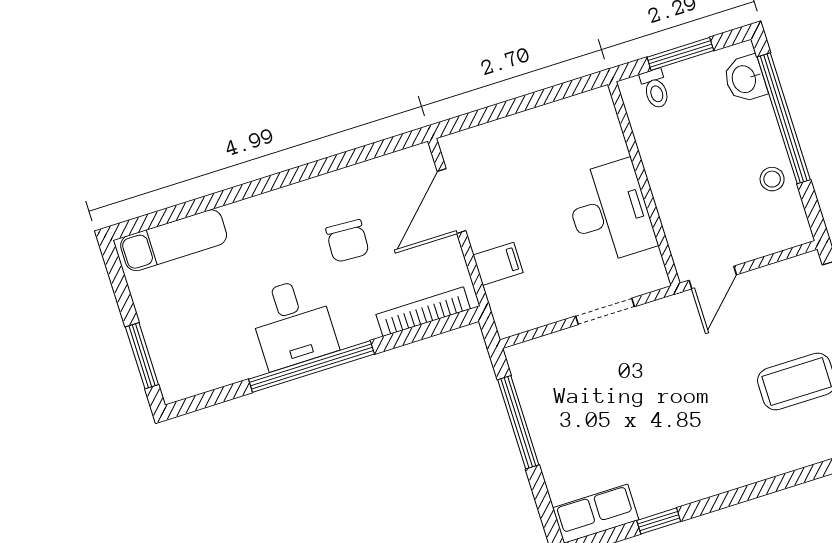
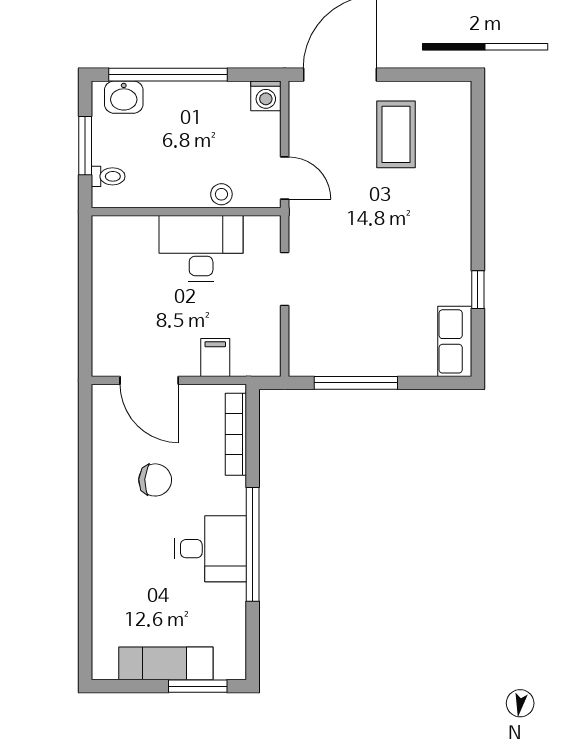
stool: (772, 179) -> (221, 194), moved
washing machine: (794, 230) -> (266, 96), added
exam couch: (174, 240) -> (166, 663), moved, turned -90

